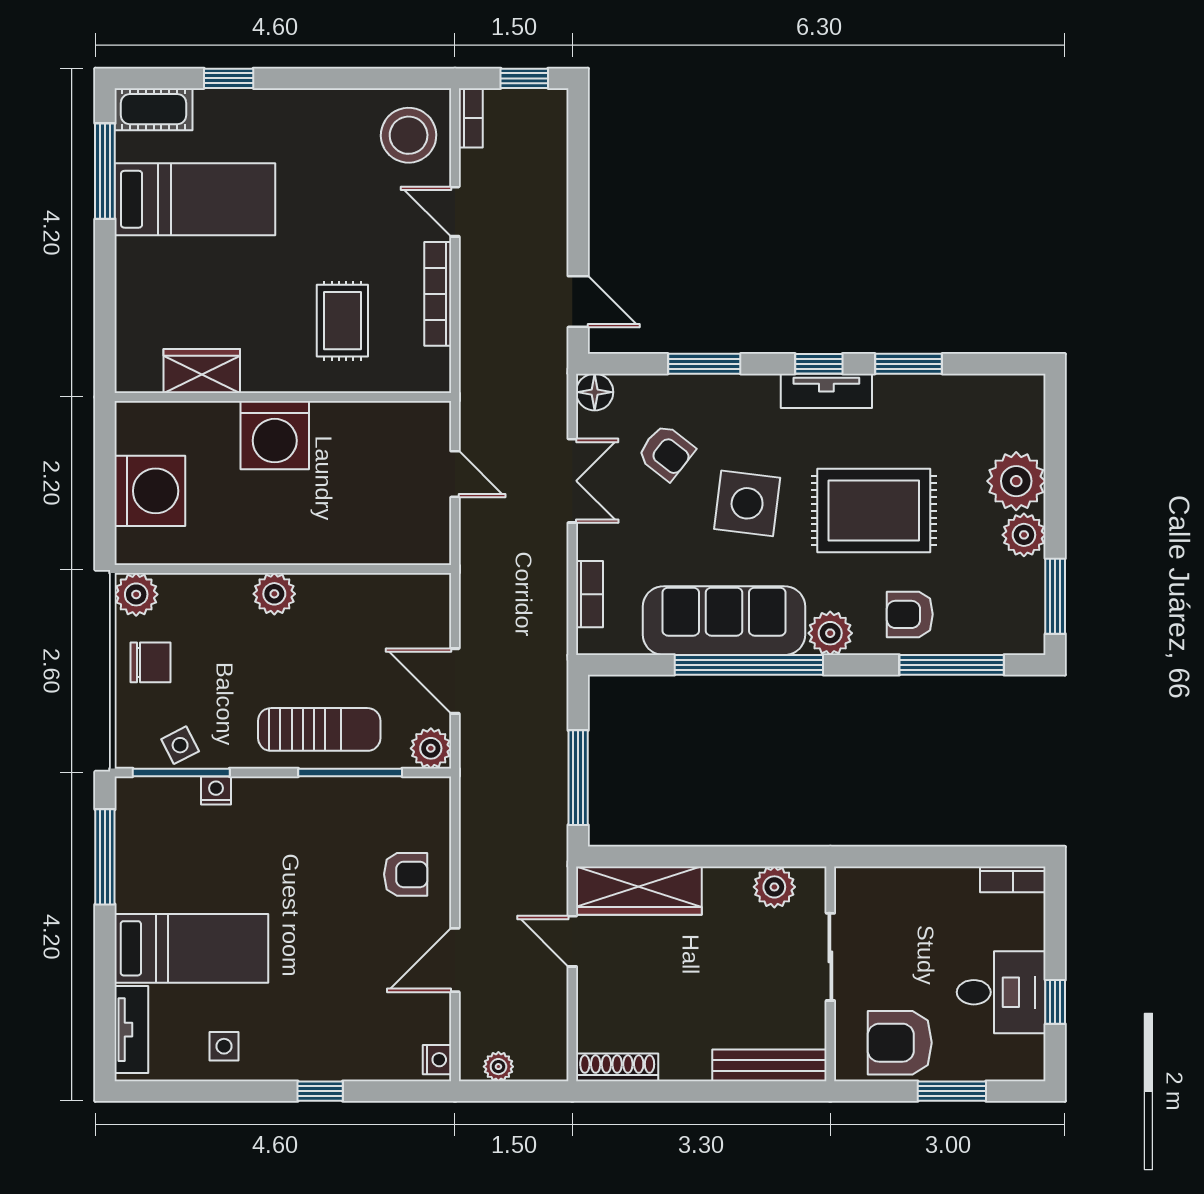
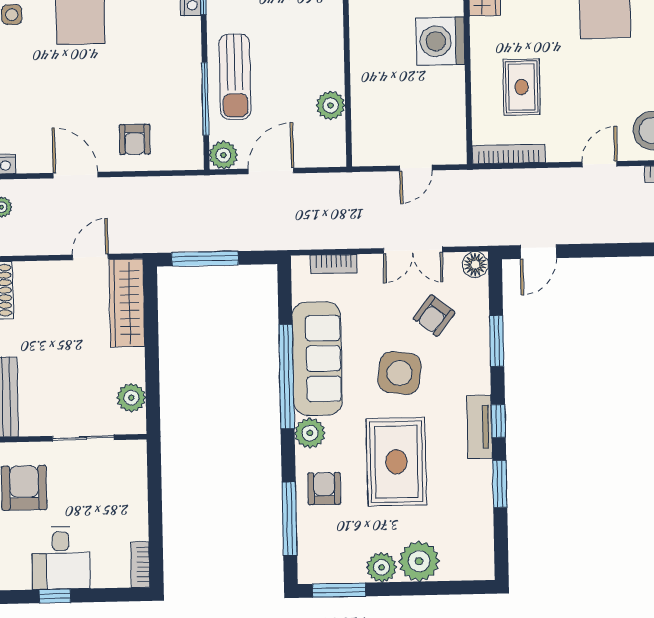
bookcase: (438, 294) -> (509, 154), moved
rug: (342, 321) -> (522, 87), turned 90
plant: (274, 594) -> (331, 105), moved

